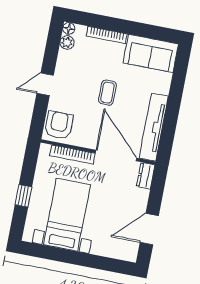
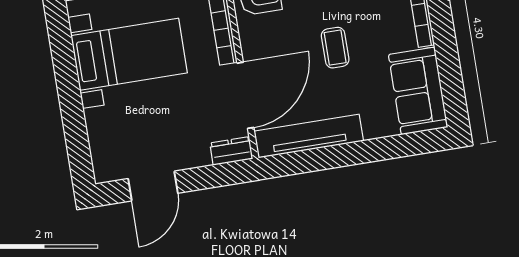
coffee table: (107, 93) -> (335, 48), turned 90
door: (149, 229) -> (153, 186), swing flipped

